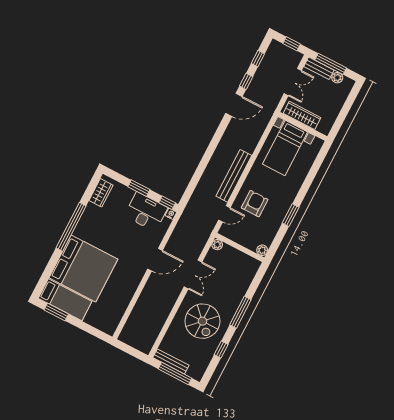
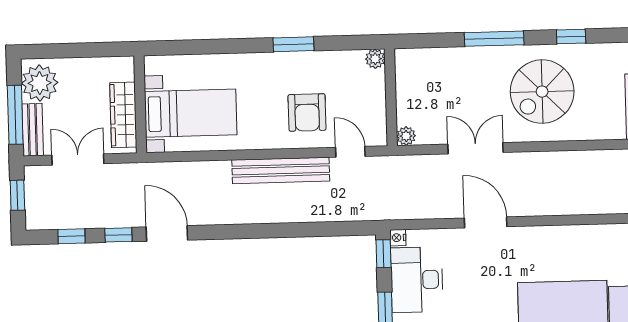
plant: (337, 78) -> (40, 83), width x1.88, depth x1.88
armchair: (255, 204) -> (307, 112), turned -90
spiral stairs: (202, 321) -> (542, 92), turned 180

